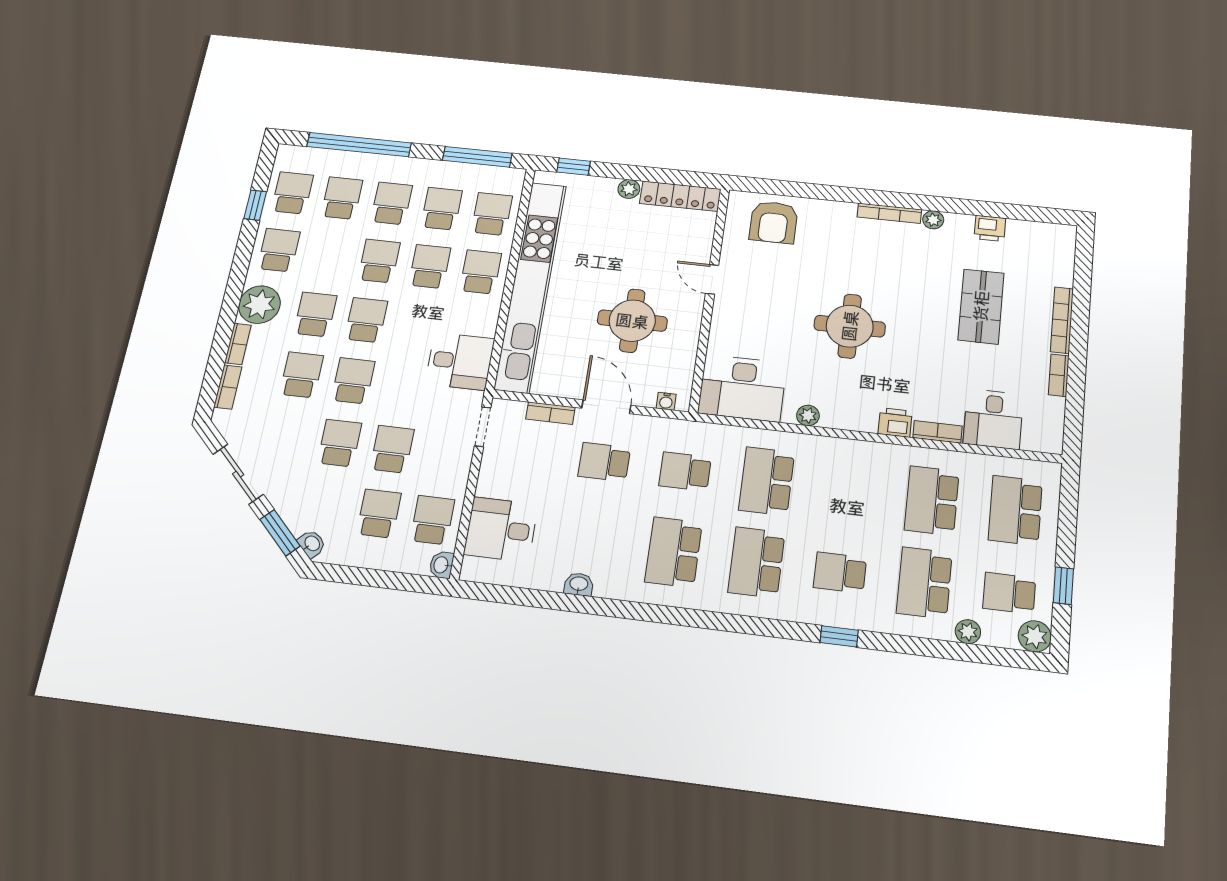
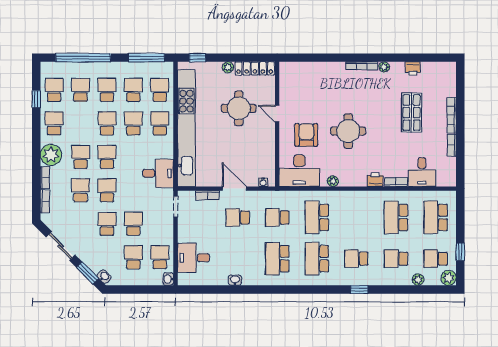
armchair: (774, 222) -> (306, 135), moved, turned 180
round table: (632, 321) -> (239, 108), moved
school desk: (924, 583) -> (396, 259), width x0.54

